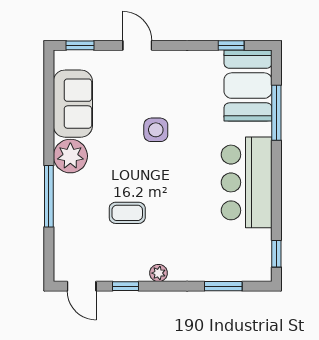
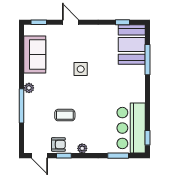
plant: (70, 156) -> (29, 88), width x0.53, depth x0.53
bar counter: (247, 182) -> (131, 128), moved
armchair: (116, 266) -> (58, 144), added

